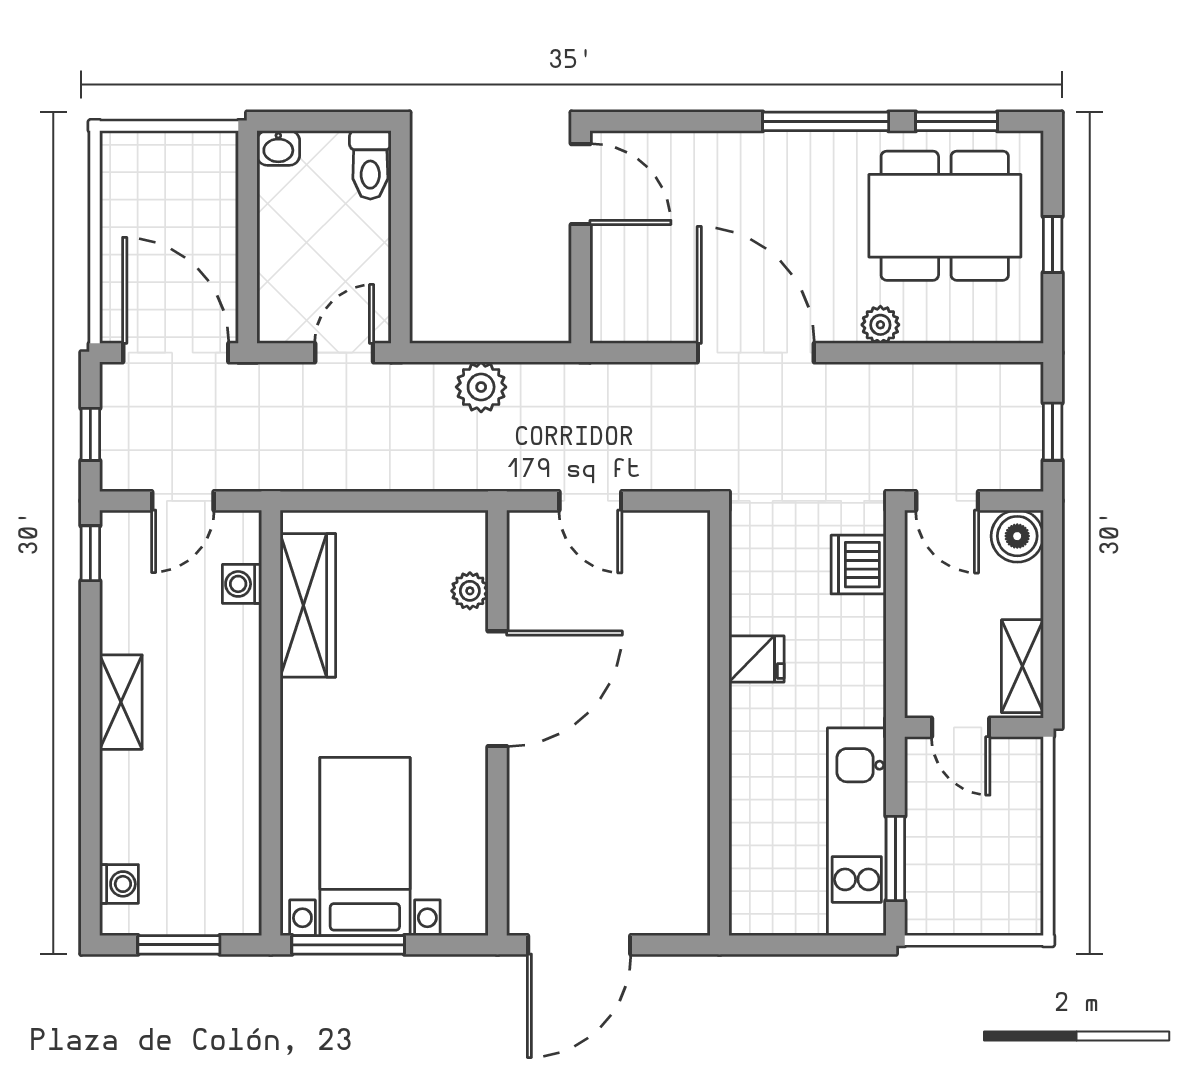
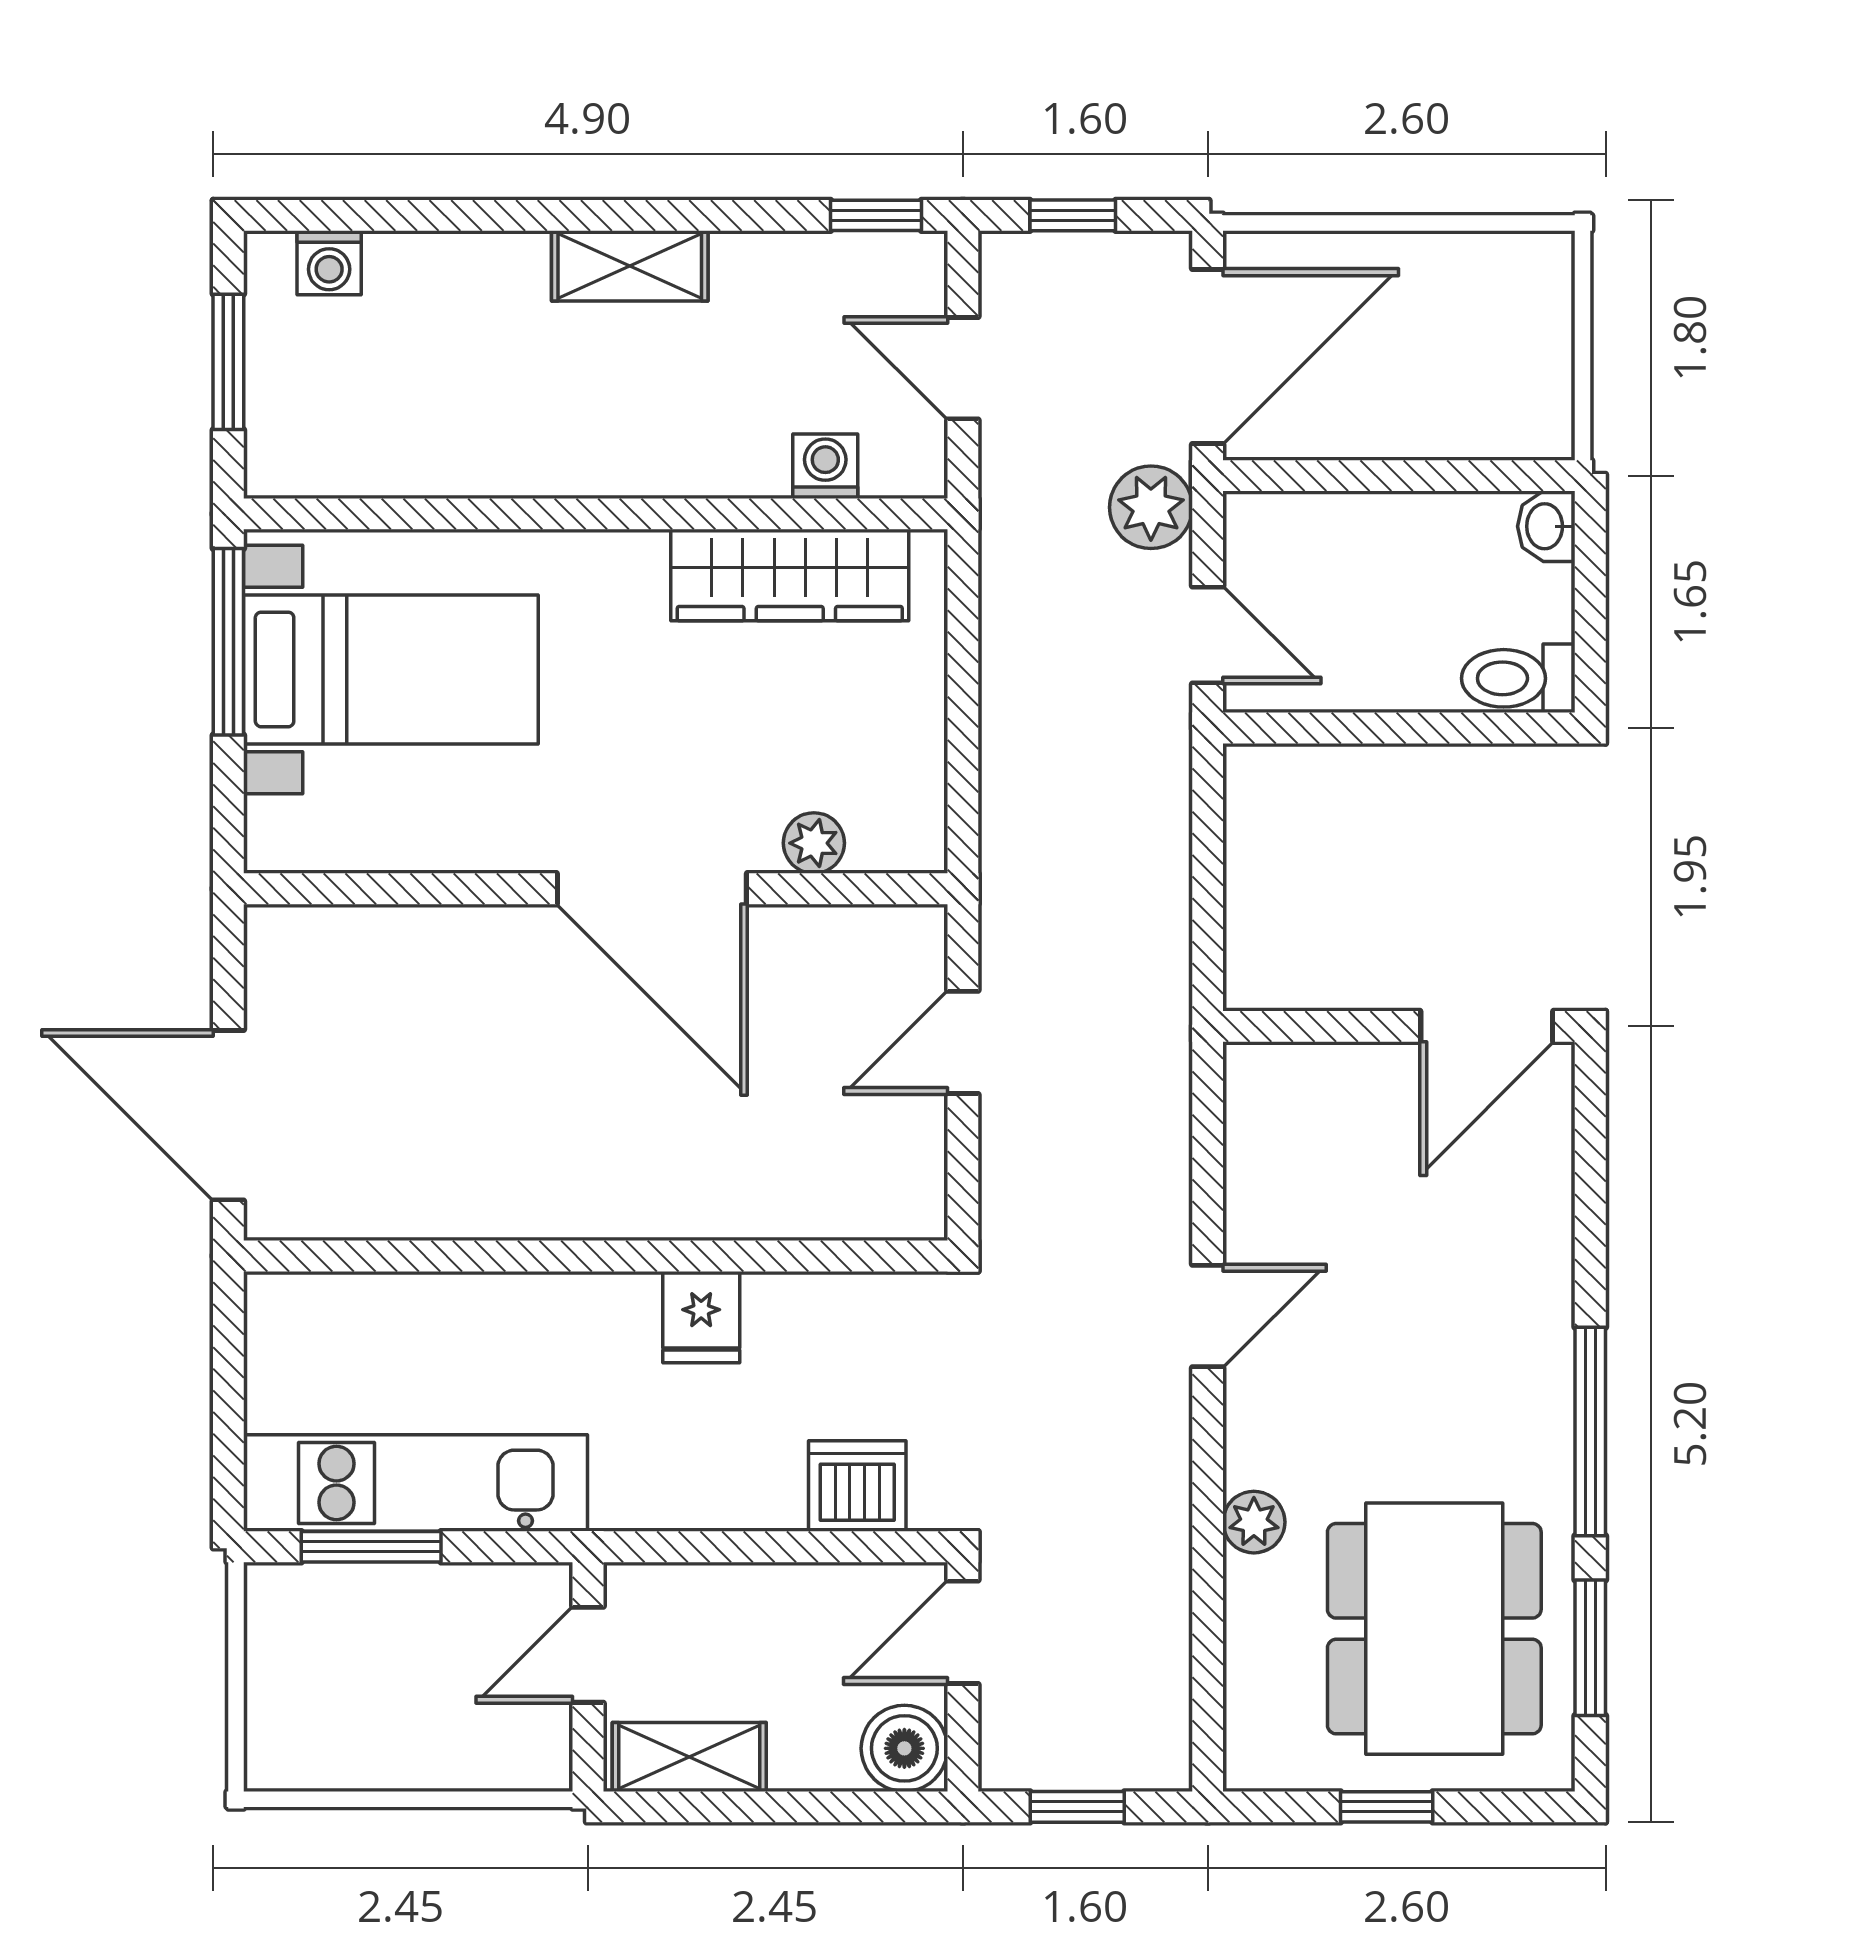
door: (756, 353) -> (1208, 1316), width x0.53
plant: (481, 387) -> (1151, 507), moved
door: (579, 945) -> (228, 1115), moved

